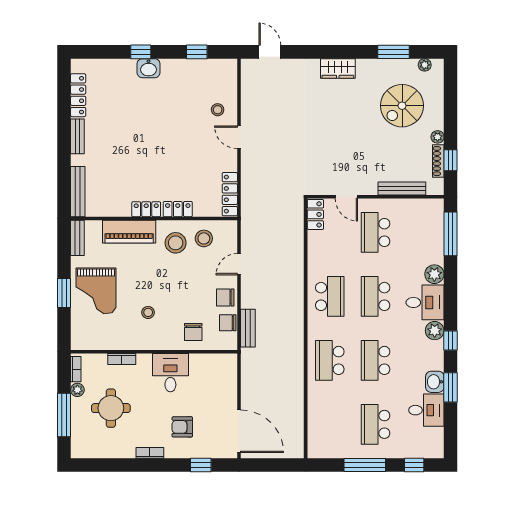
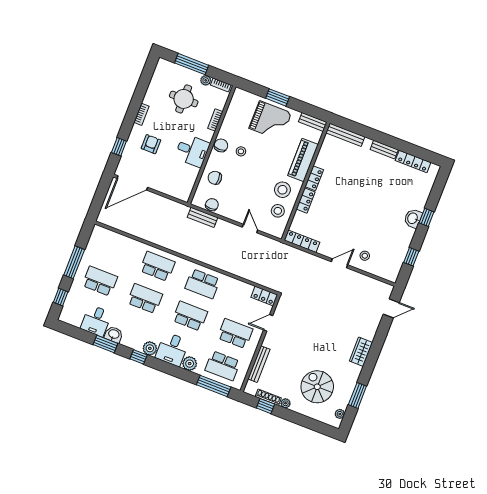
school desk: (421, 232) -> (223, 366), added
grand piano: (96, 291) -> (270, 121), turned 180
chair: (225, 298) -> (221, 145), moved

